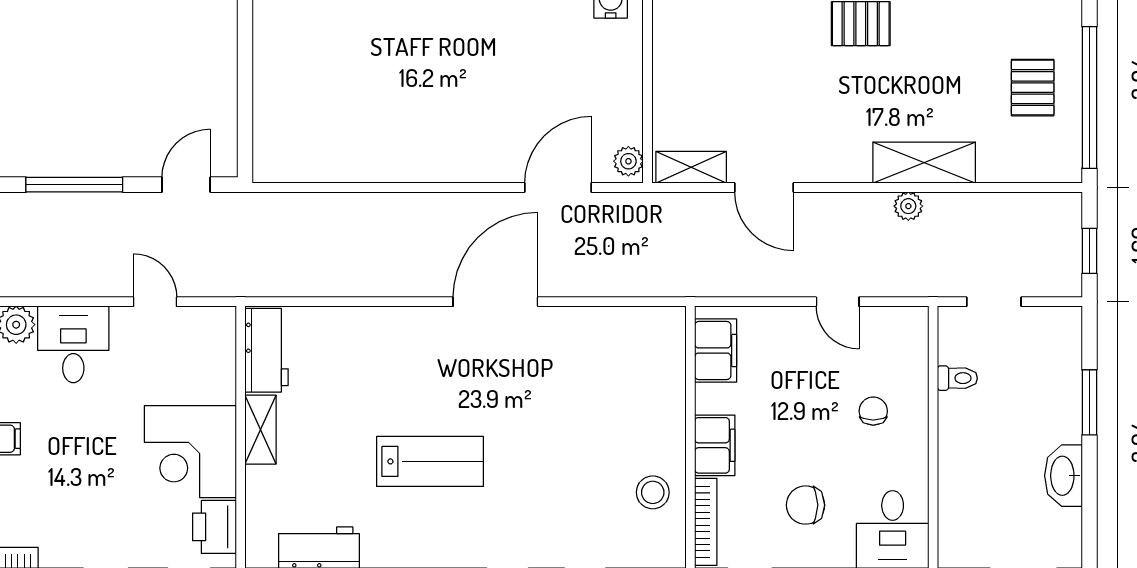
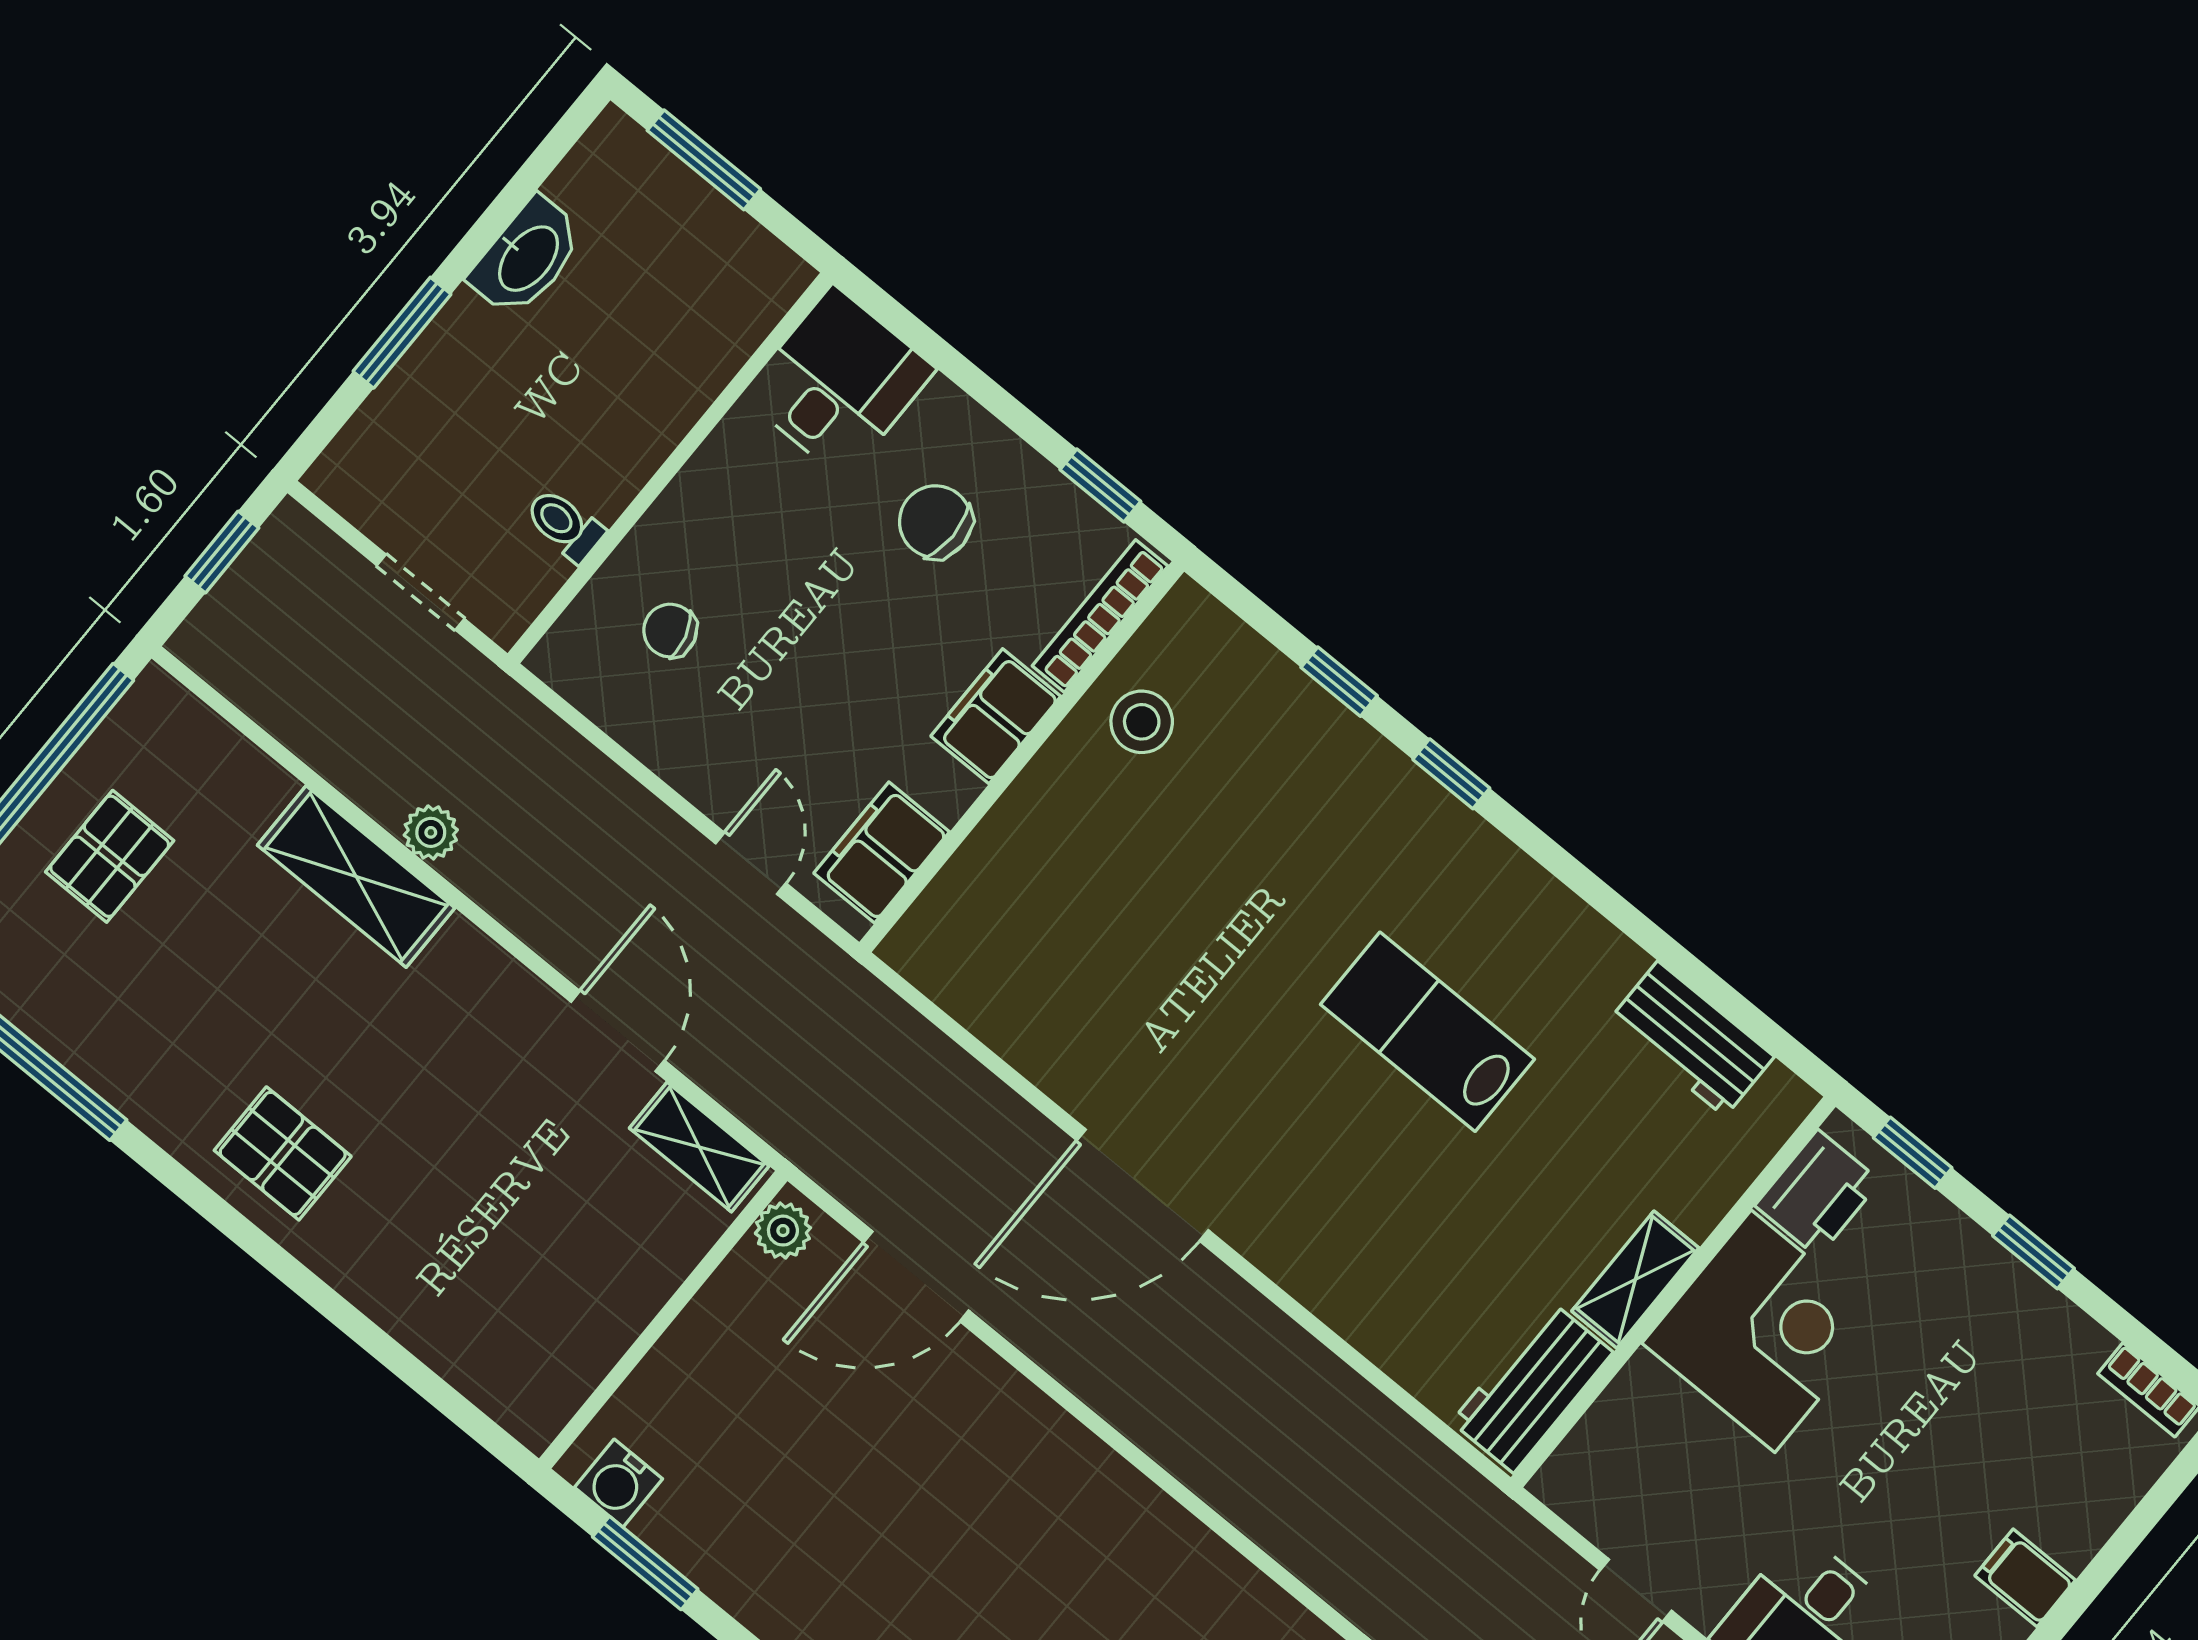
door: (838, 302) -> (751, 863), moved
chair: (873, 411) -> (670, 631), moved, turned 74
chair: (806, 505) -> (935, 522), turned 180

